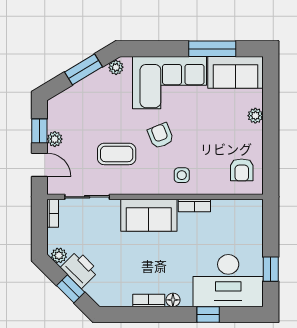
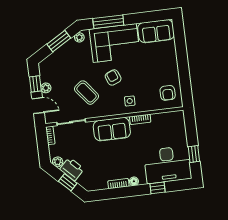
window: (212, 49) -> (108, 22), moved
plant: (255, 116) -> (172, 57), removed
coffee table: (117, 154) -> (87, 93), turned 52

